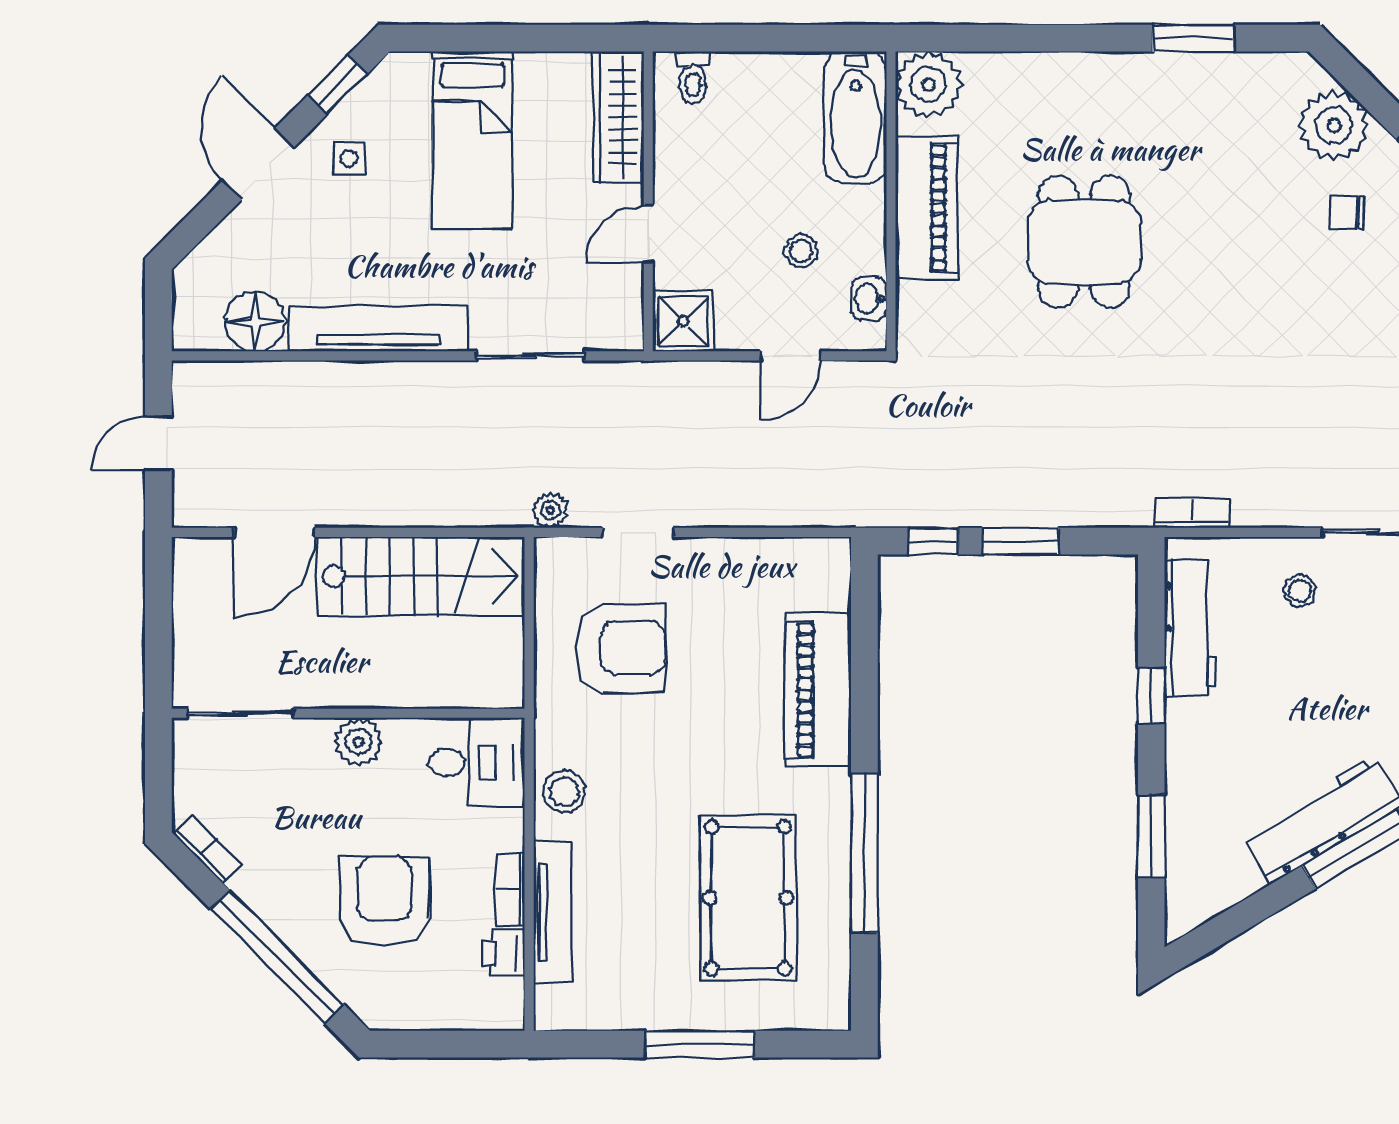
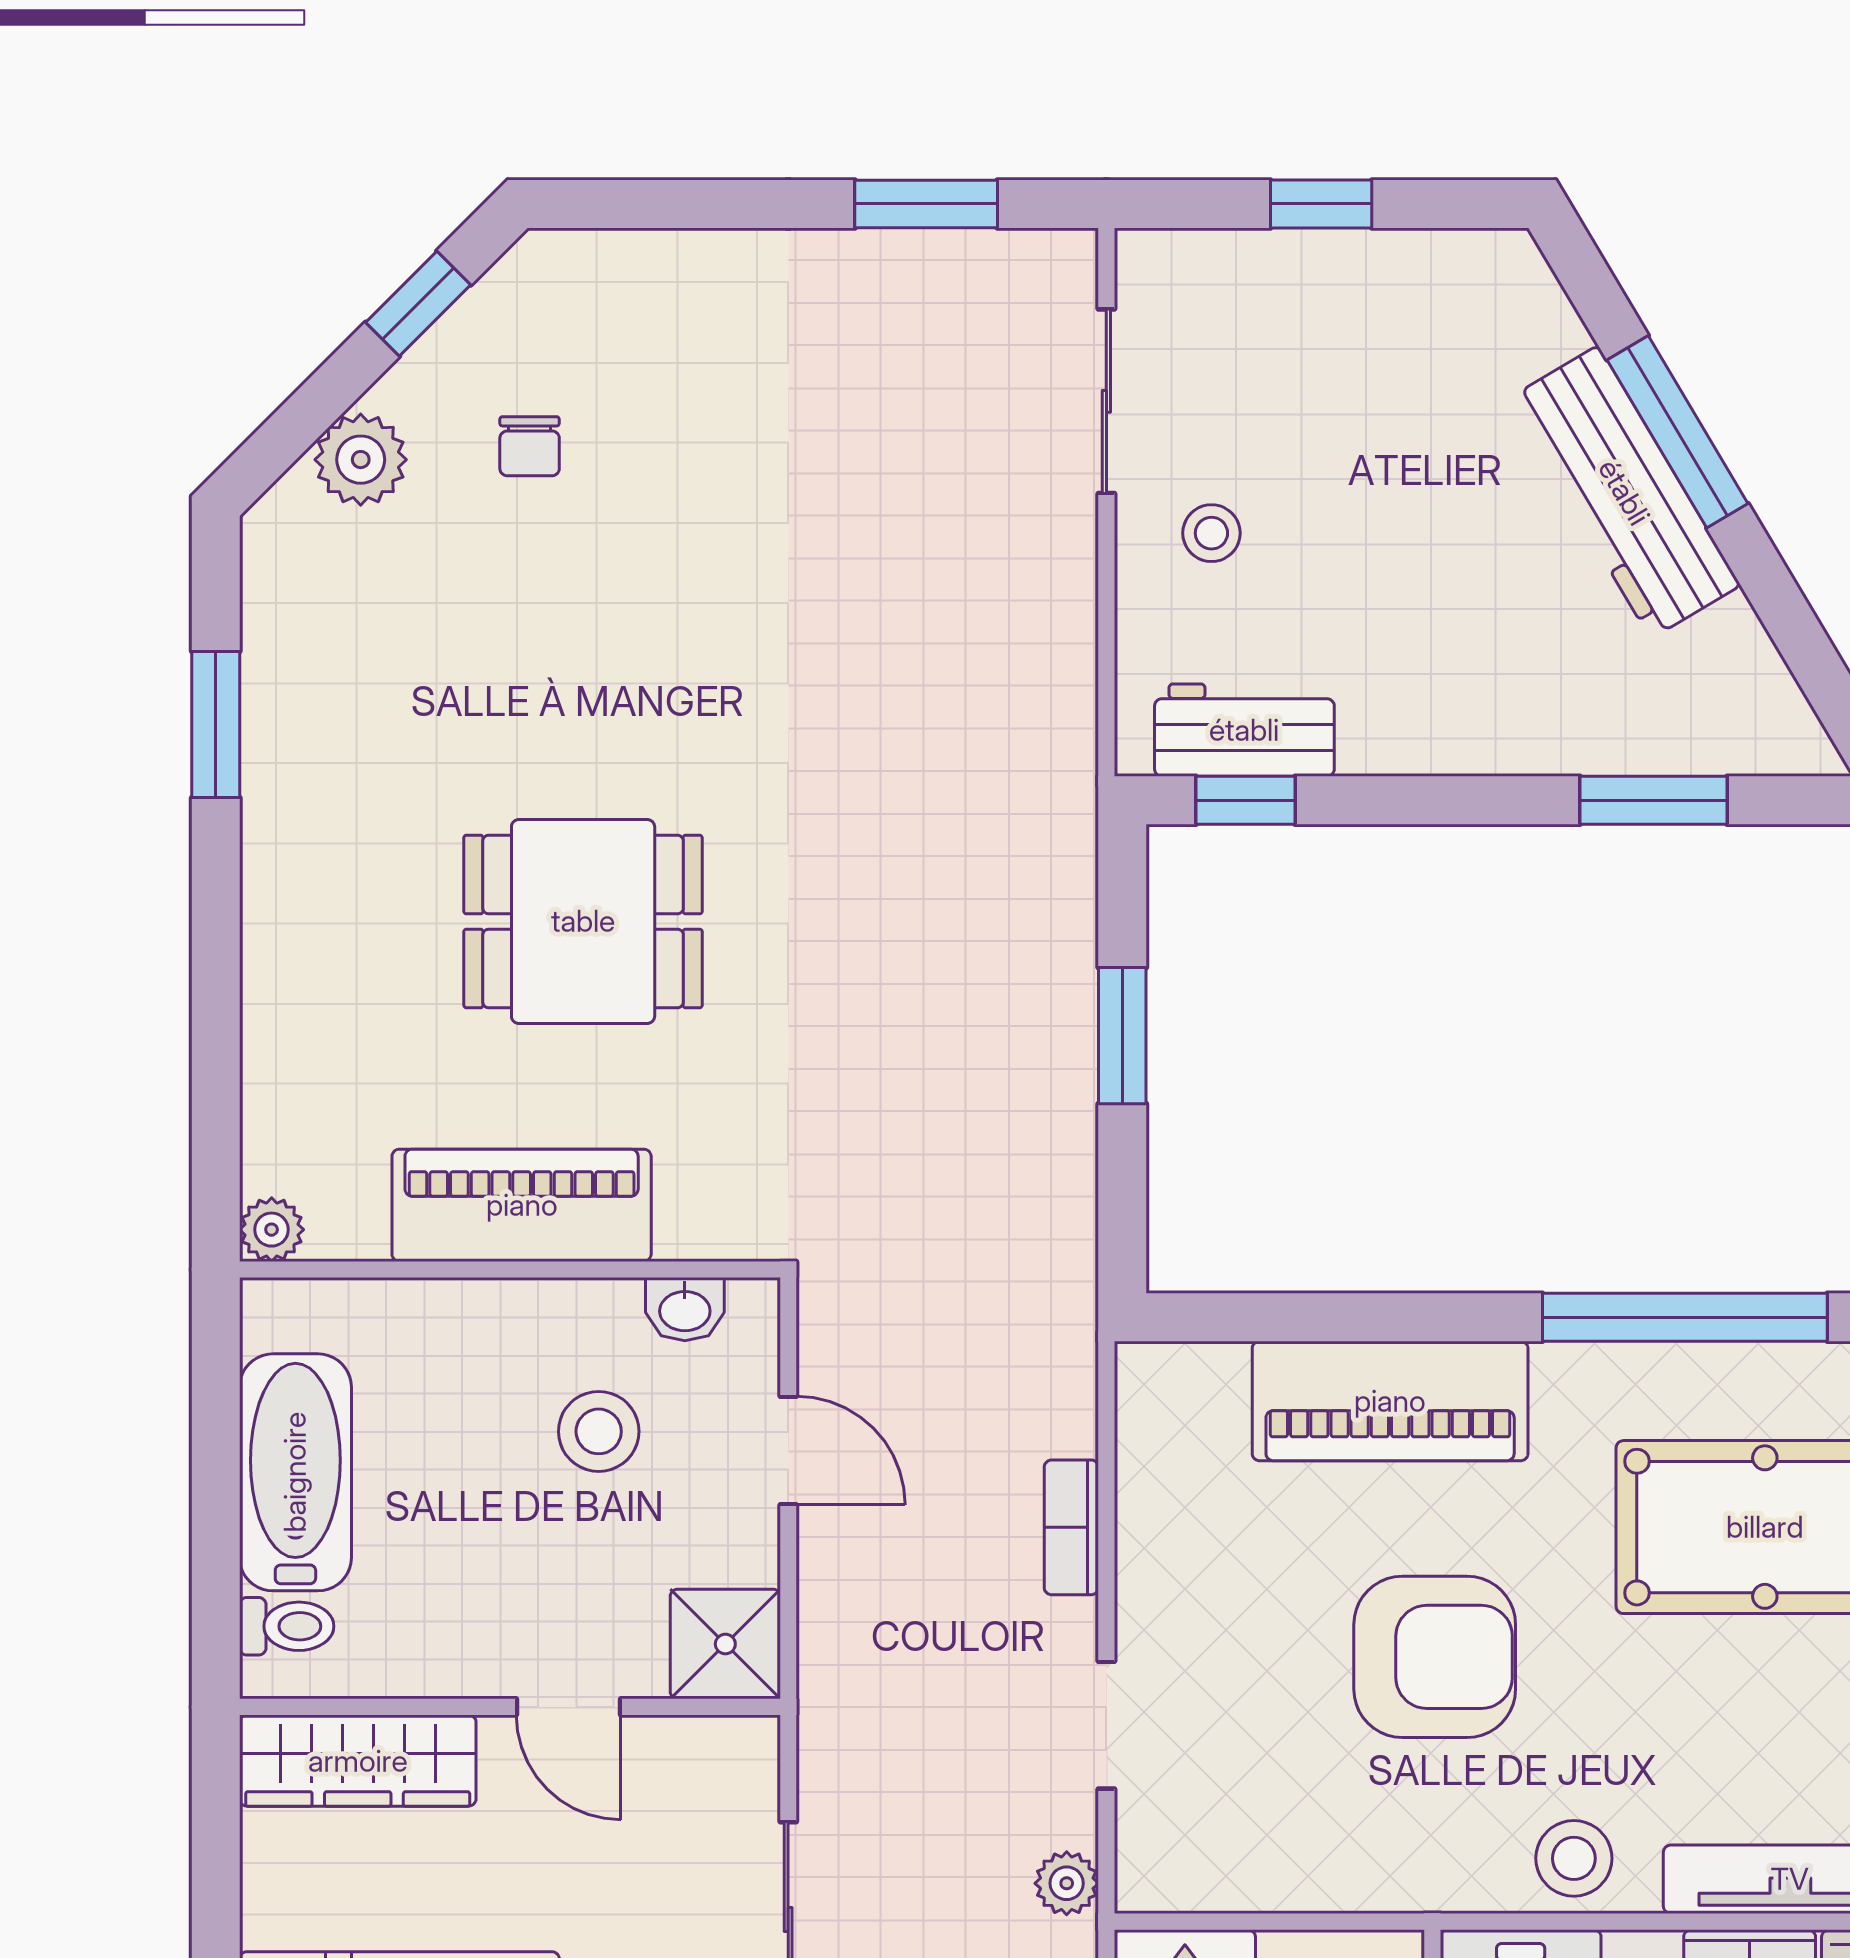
plant: (929, 85) -> (272, 1230), width x0.53, depth x0.53
bathtub: (855, 117) -> (295, 1472), moved, turned -90
plant: (1334, 125) -> (361, 460), width x0.73, depth x0.73
stool: (801, 251) -> (599, 1431), width x1.37, depth x1.37
bookcase: (1192, 513) -> (1071, 1527), moved
window: (933, 541) -> (1122, 1193), removed
workbench: (1190, 628) -> (1244, 730), width x0.73
armchair: (620, 648) -> (1435, 1657), moved, turned 90
window: (1151, 696) -> (1245, 800), moved

